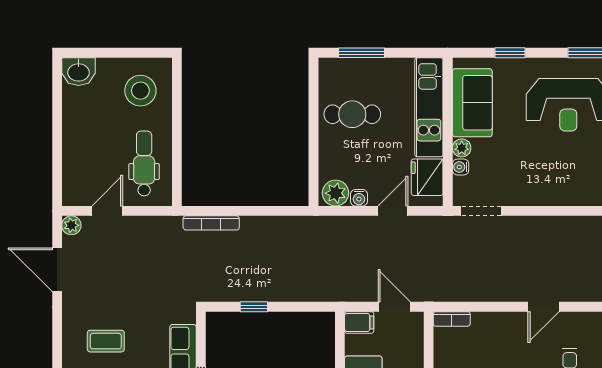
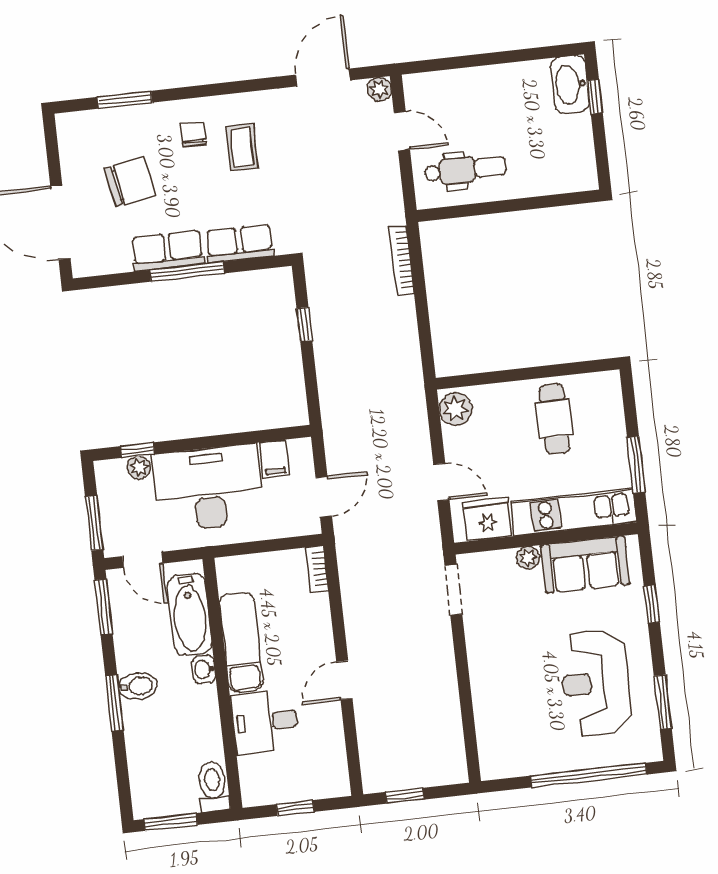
window: (97, 53) -> (595, 97), added
window: (361, 53) -> (636, 465), moved
washbasin: (79, 72) -> (570, 84), width x1.38
stool: (140, 91) -> (554, 155), removed
water cooler: (461, 167) -> (505, 559), removed
water cooler: (359, 198) -> (453, 438), removed
door: (544, 307) -> (344, 680), hinge flipped
filing cabinet: (359, 322) -> (274, 459), moved

